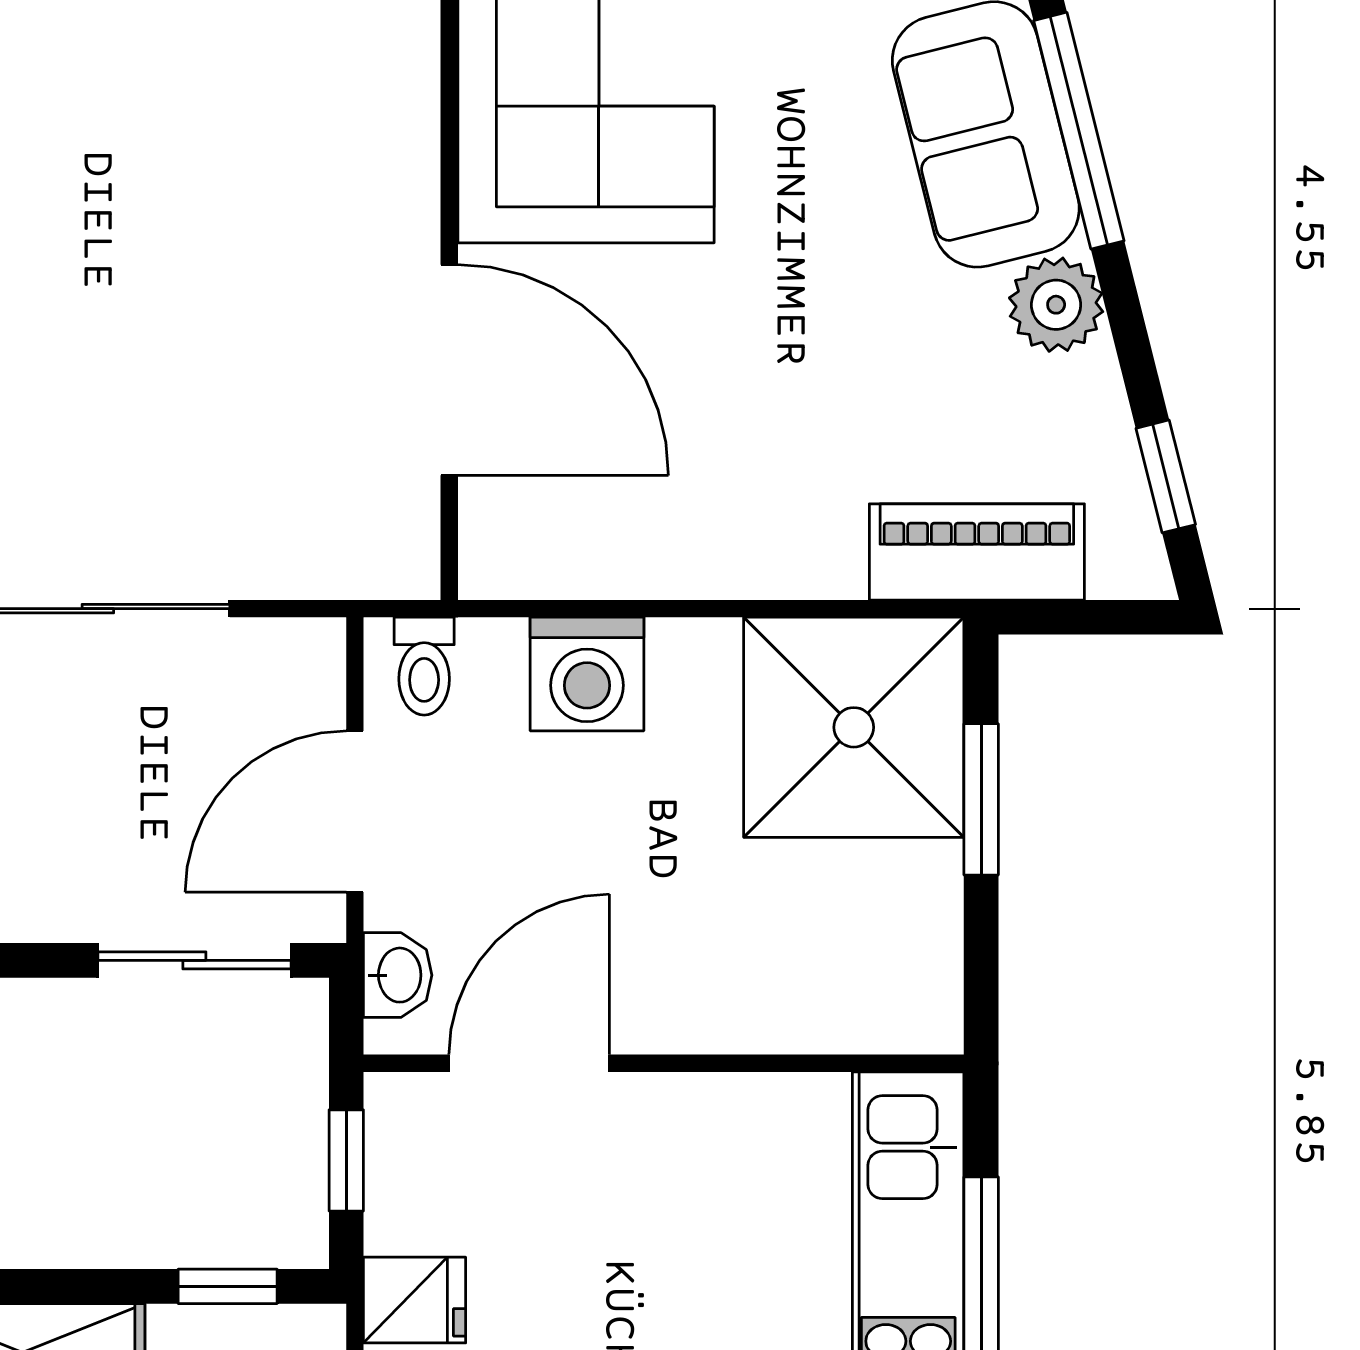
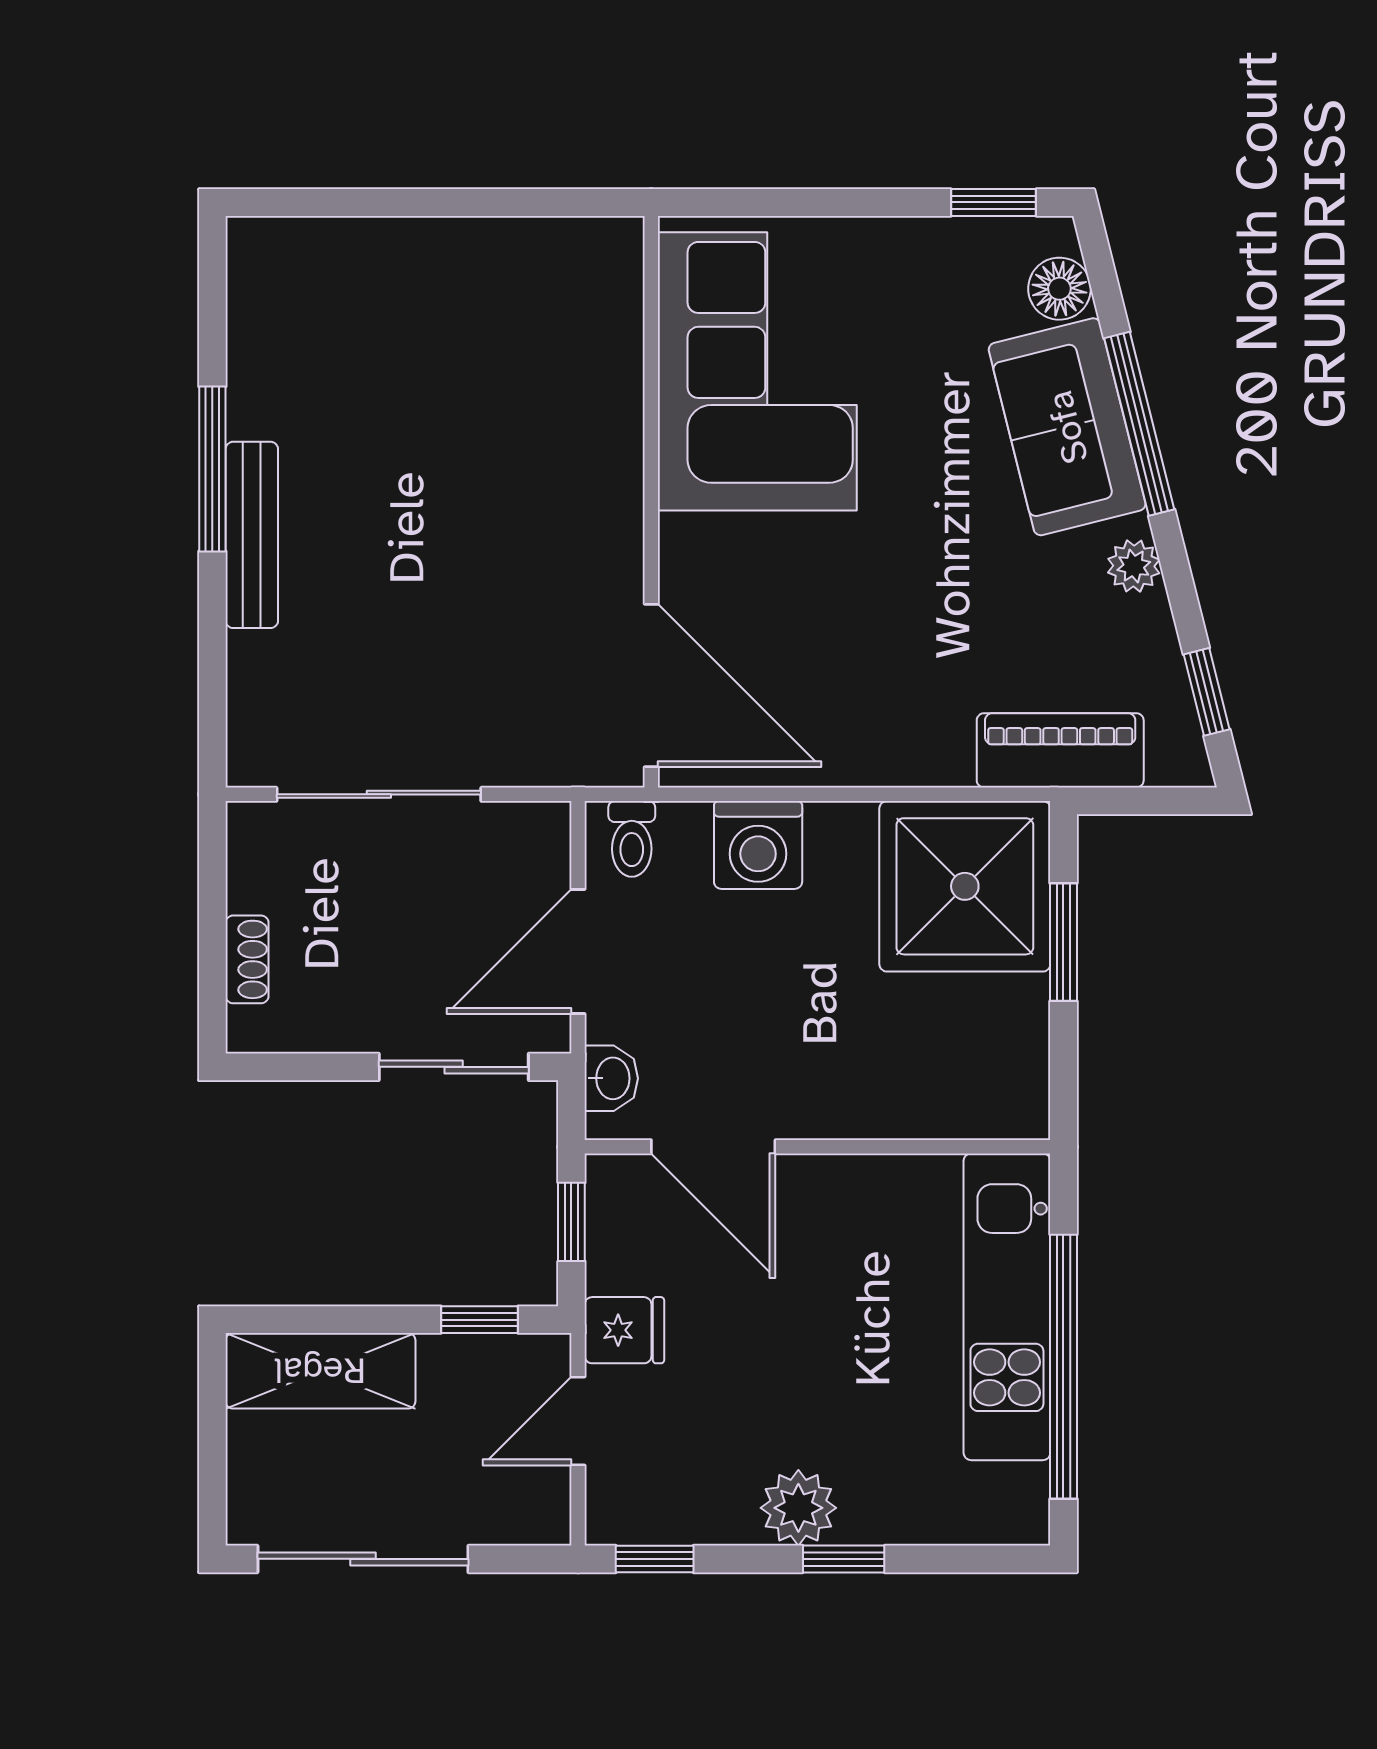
plant: (1056, 305) -> (1134, 566), width x0.73, depth x0.73
door: (449, 370) -> (651, 686), moved
door: (529, 1063) -> (713, 1147), swing flipped

